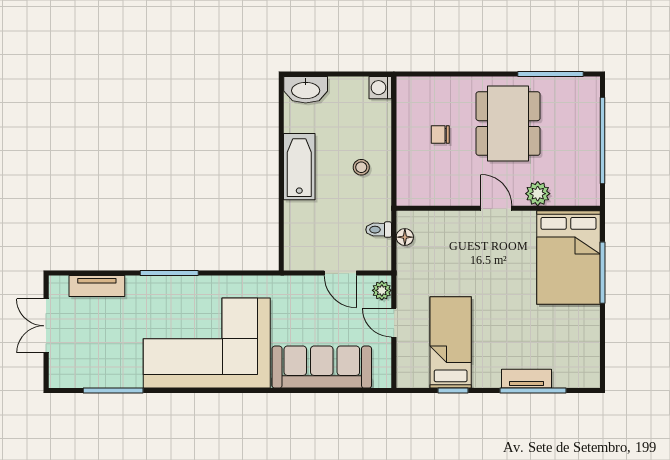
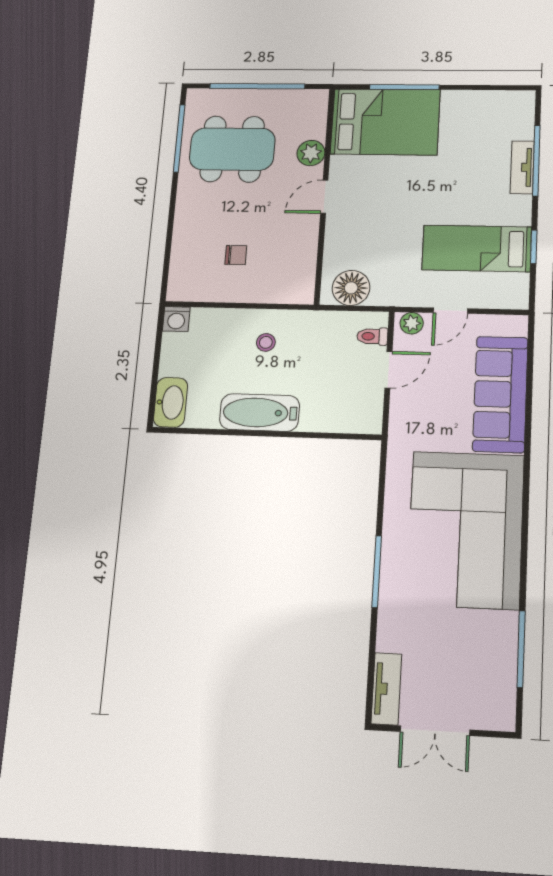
dining table: (508, 124) -> (232, 149), moved
chair: (440, 135) -> (236, 255), turned -90
toilet: (379, 230) -> (372, 336), moved, turned 90
floor lamp: (405, 237) -> (351, 288), width x1.89, depth x1.89
tv unit: (97, 286) -> (386, 689), moved

